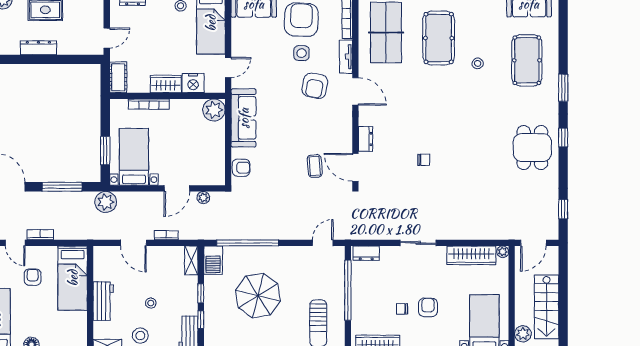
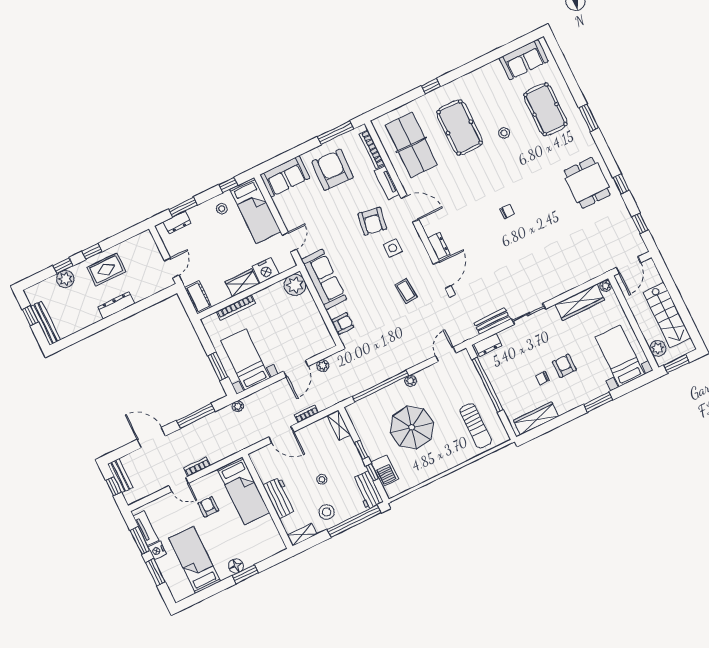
side table: (301, 53) -> (393, 248), moved
window: (563, 137) -> (621, 184), moved
chair: (424, 160) -> (507, 212), moved
door: (355, 167) -> (442, 275), swing flipped
plant: (106, 202) -> (238, 406), width x0.53, depth x0.53
bench: (381, 233) -> (492, 321), added
plant: (278, 252) -> (411, 381), added
barbecue: (213, 260) -> (385, 471), moved

